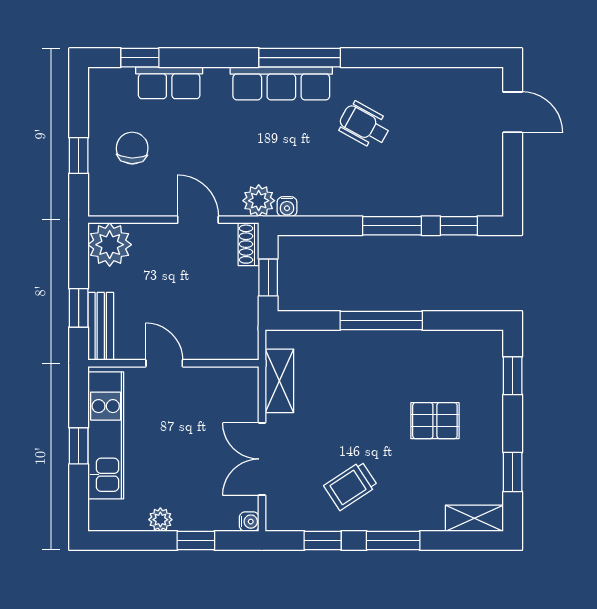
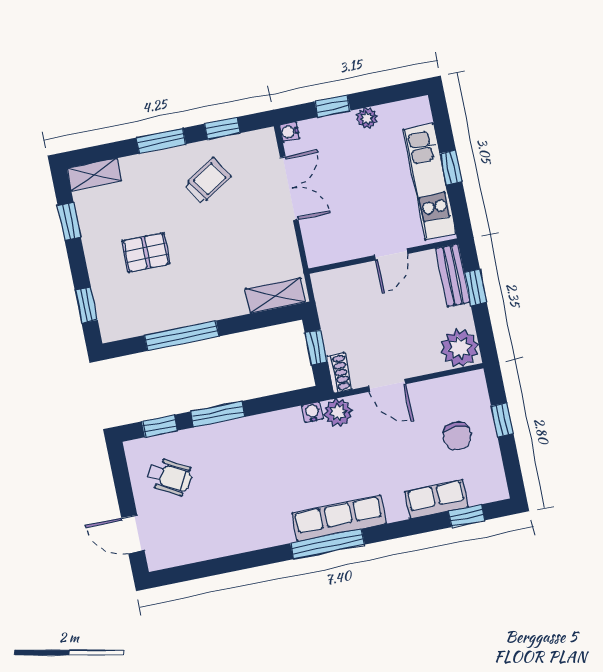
wheelchair: (364, 125) -> (169, 477), moved
window: (381, 320) -> (182, 336), moved
door: (164, 363) -> (391, 254), hinge flipped
shelving: (279, 381) -> (275, 295), moved, turned 90

